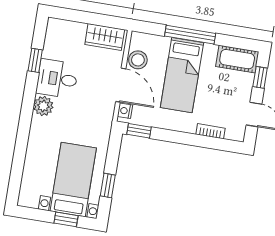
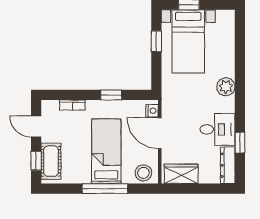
dresser: (53, 38) -> (228, 165), added
cot: (237, 59) -> (51, 161), moved, turned 90
stool: (138, 60) -> (143, 173), moved
plant: (43, 106) -> (226, 87), moved
window: (139, 131) -> (111, 95), moved

